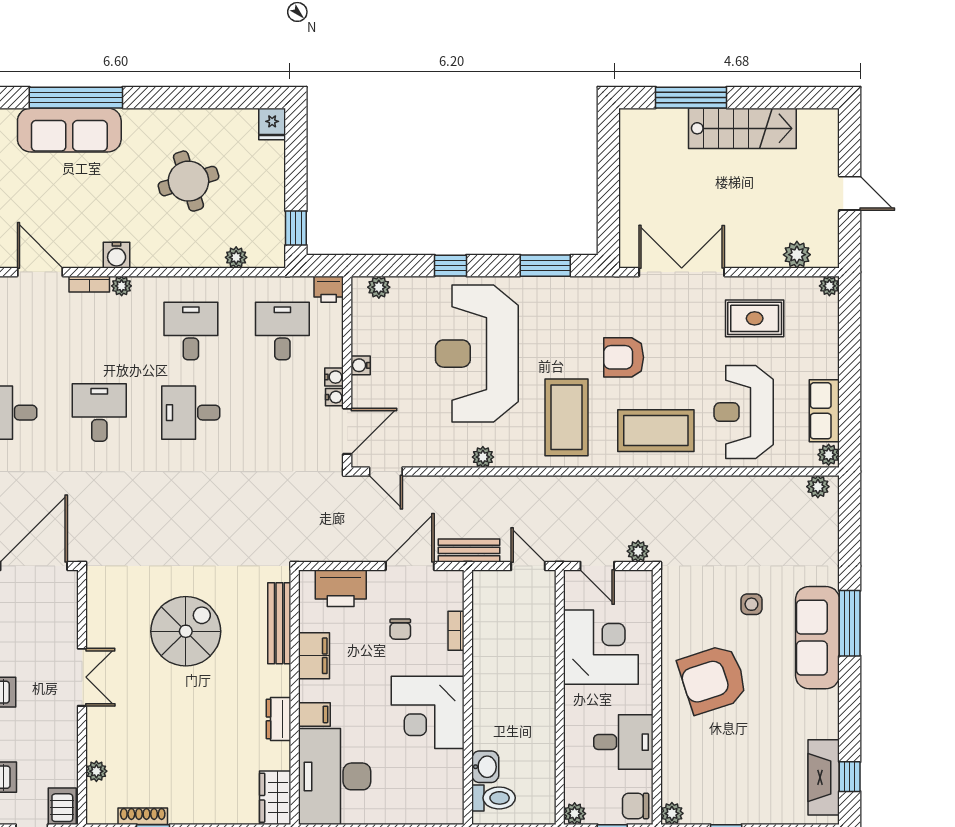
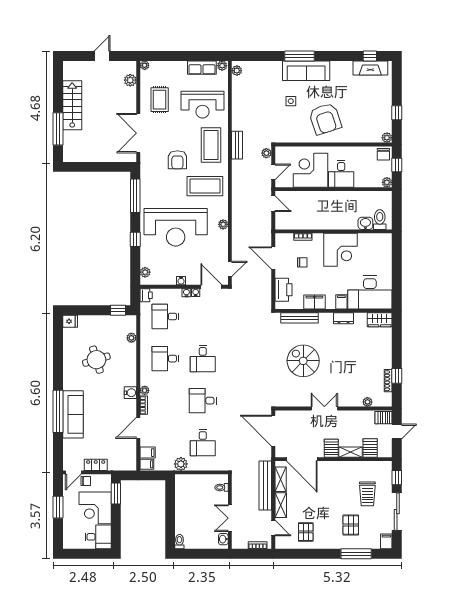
window: (545, 266) -> (135, 196), width x1.44
bench: (469, 550) -> (237, 145), moved
door: (528, 566) -> (273, 204), swing flipped
desk: (623, 742) -> (341, 174), moved, turned 180

